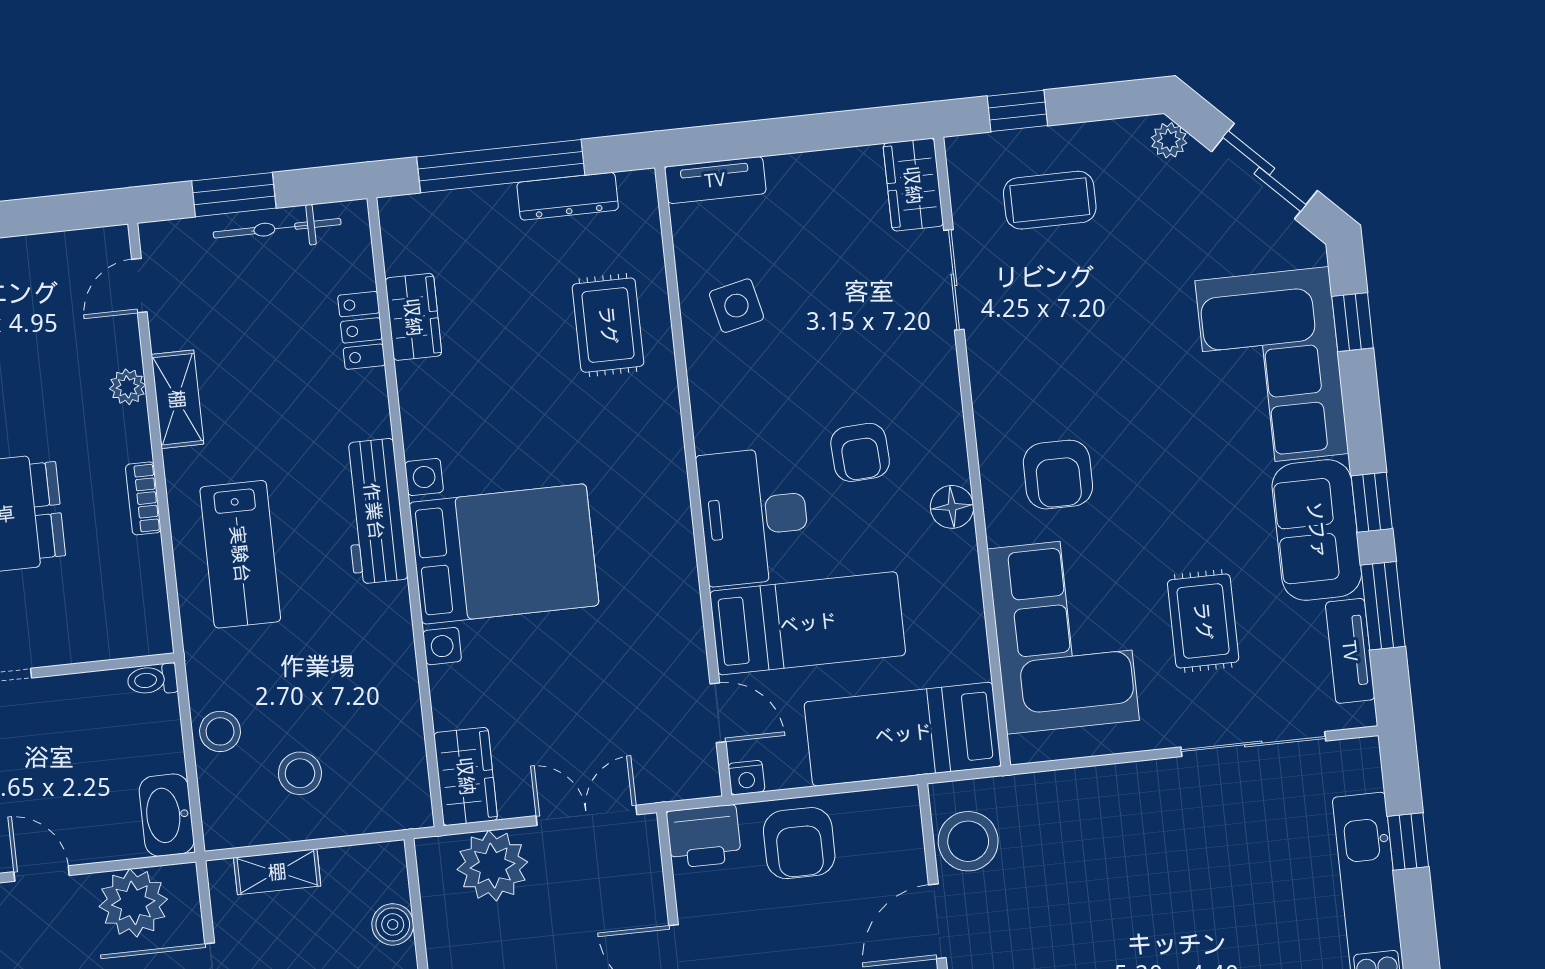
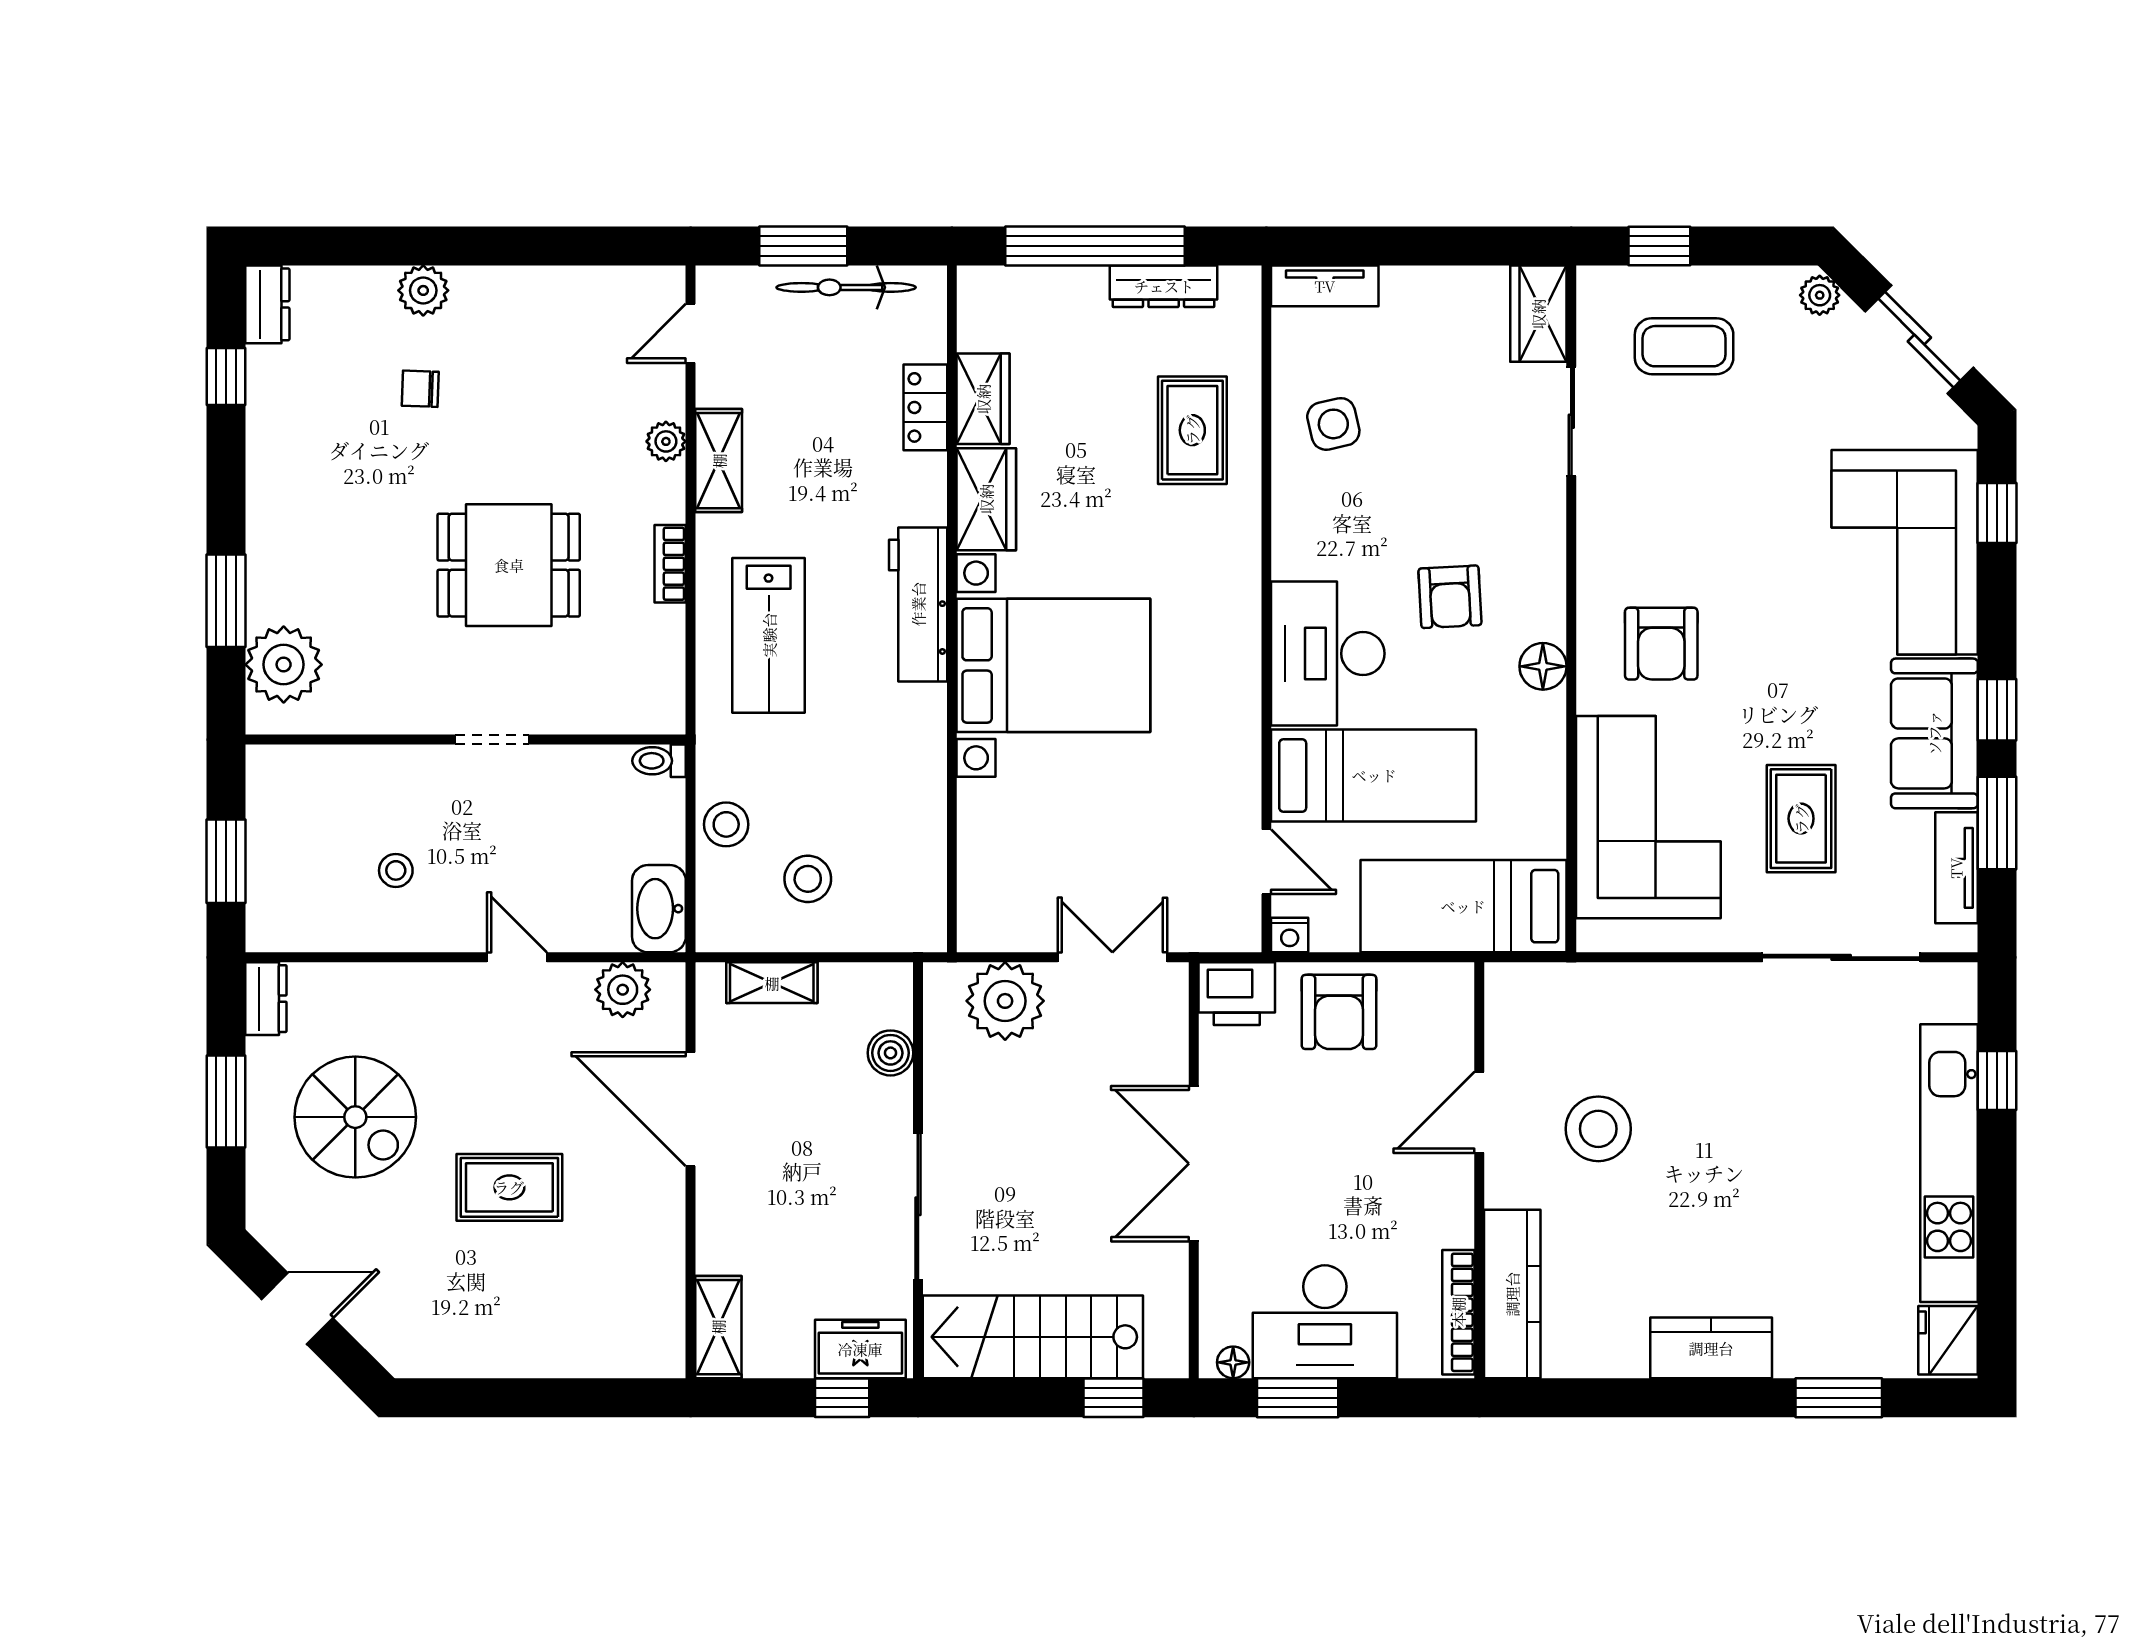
wardrobe: (466, 776) -> (986, 499), moved
stool: (968, 841) -> (1598, 1129), moved
plant: (133, 903) -> (623, 990), width x0.73, depth x0.73

